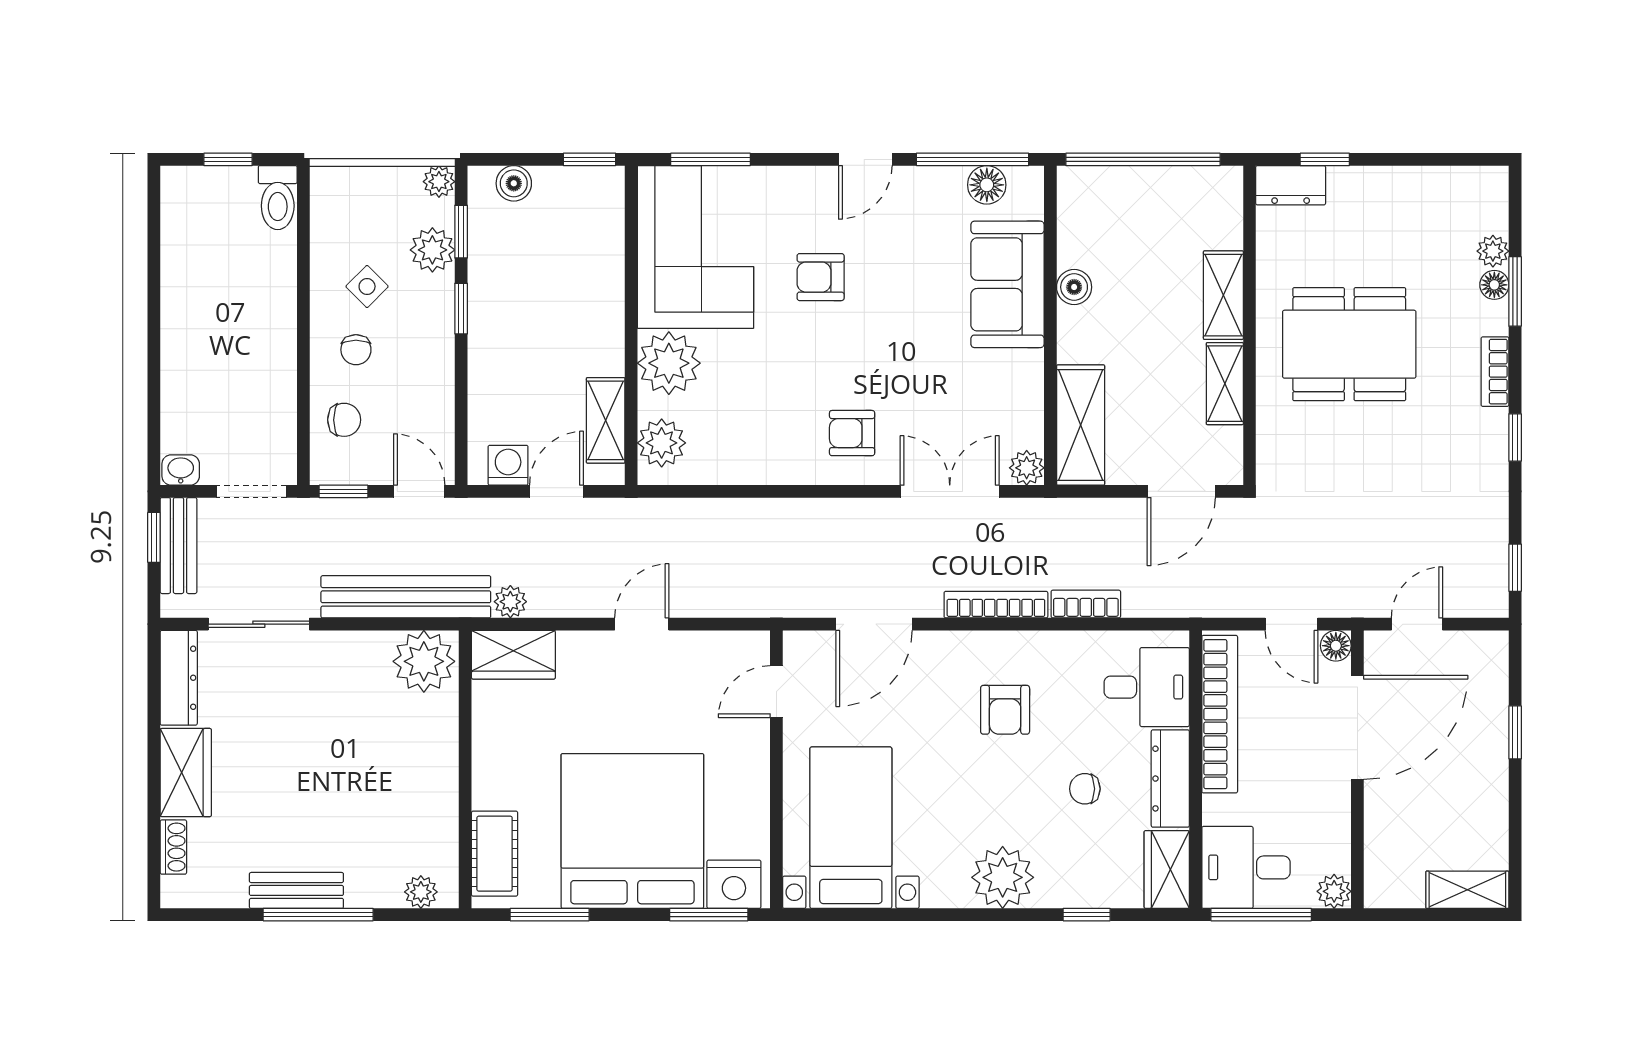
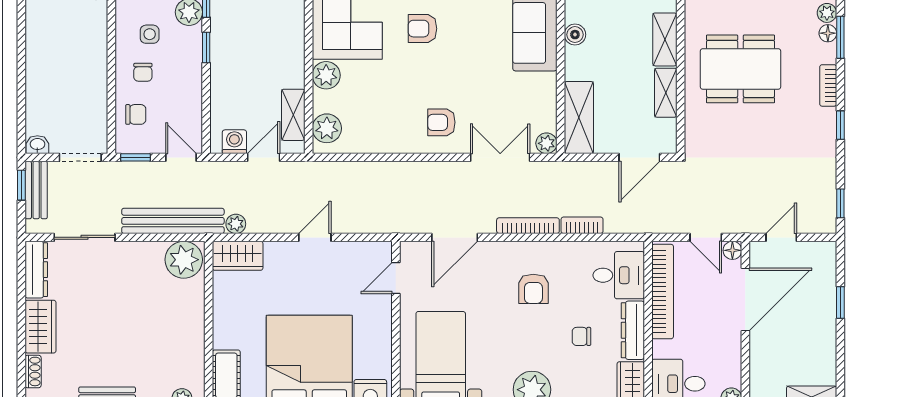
side table: (367, 286) -> (150, 34), turned 45
plant: (669, 363) -> (326, 75), width x0.73, depth x0.73

